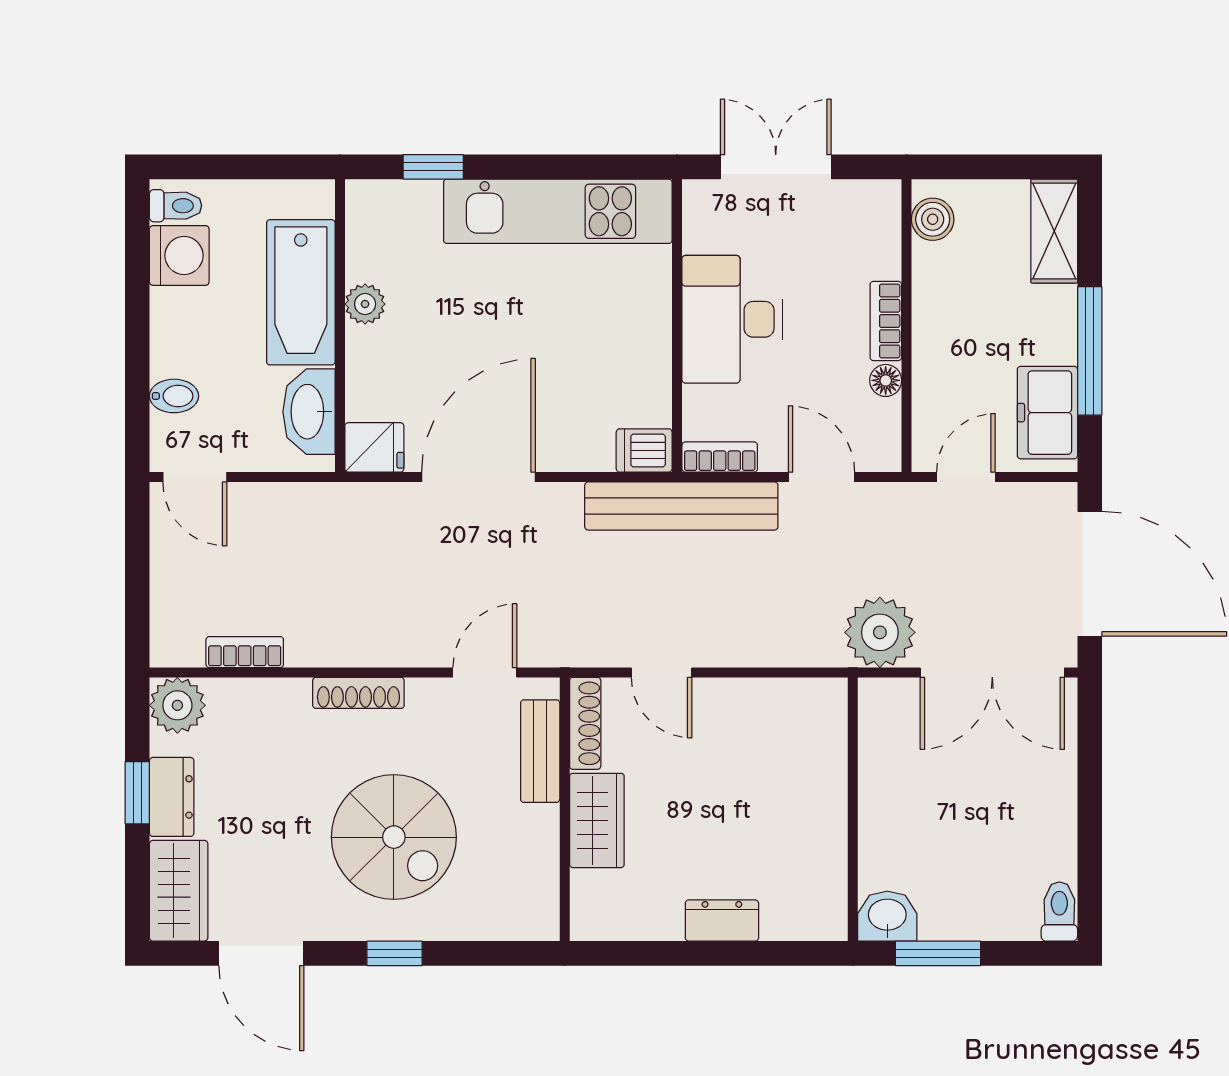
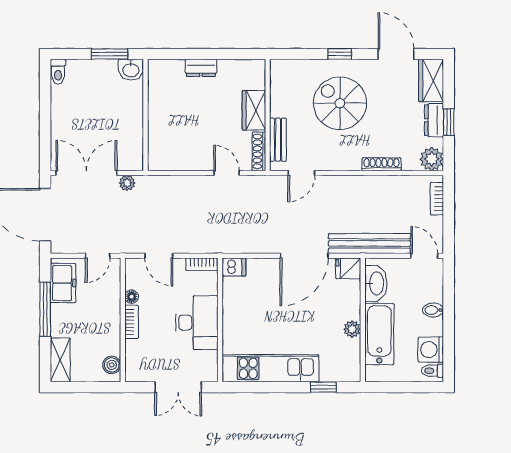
bidet: (174, 396) -> (433, 310), moved
bench: (681, 506) -> (369, 243), moved
plant: (880, 632) -> (127, 183), width x0.53, depth x0.53
bookcase: (245, 652) -> (437, 199), moved, turned 90
shoe rack: (358, 693) -> (381, 164), moved

